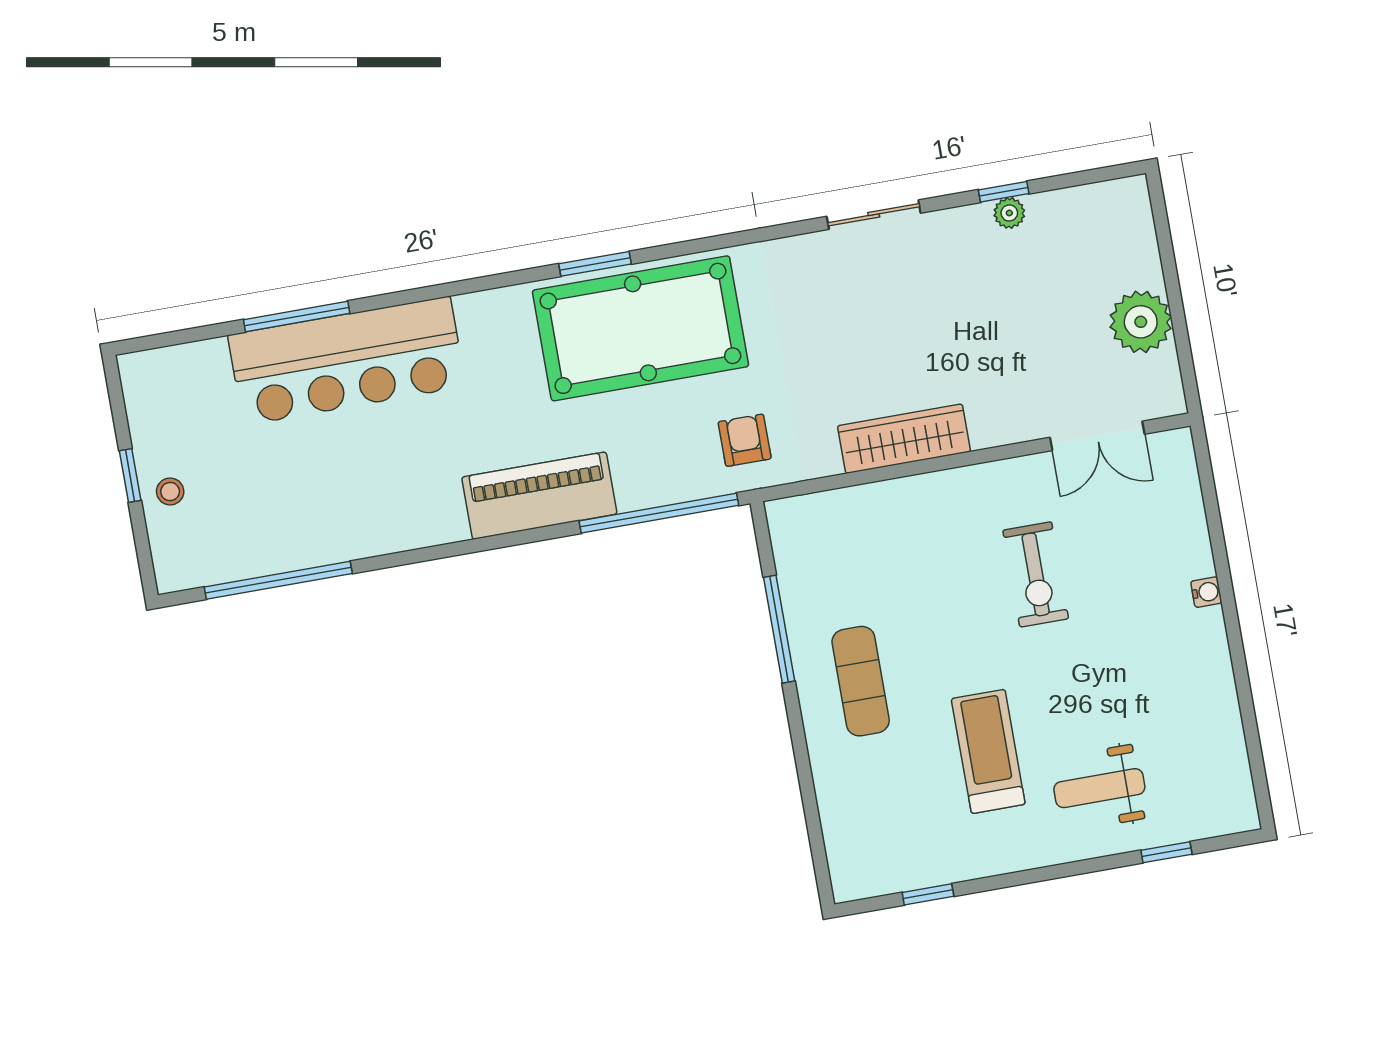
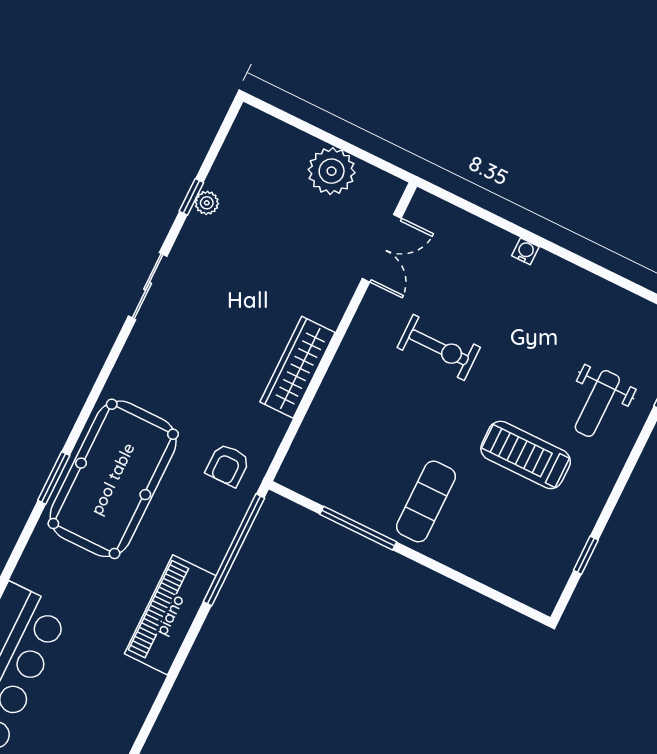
armchair: (745, 440) -> (228, 465), turned -90
exercise mat: (861, 681) -> (426, 501), turned 90

